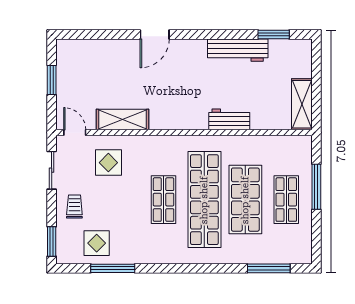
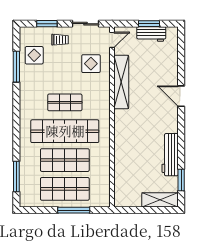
shelving: (302, 104) -> (160, 200), moved
workbench: (229, 119) -> (151, 34), moved, turned 90
shelving: (122, 120) -> (121, 82), width x1.47
shop shelf: (286, 200) -> (65, 189), width x1.43, depth x1.36
window: (52, 241) -> (47, 24), moved

